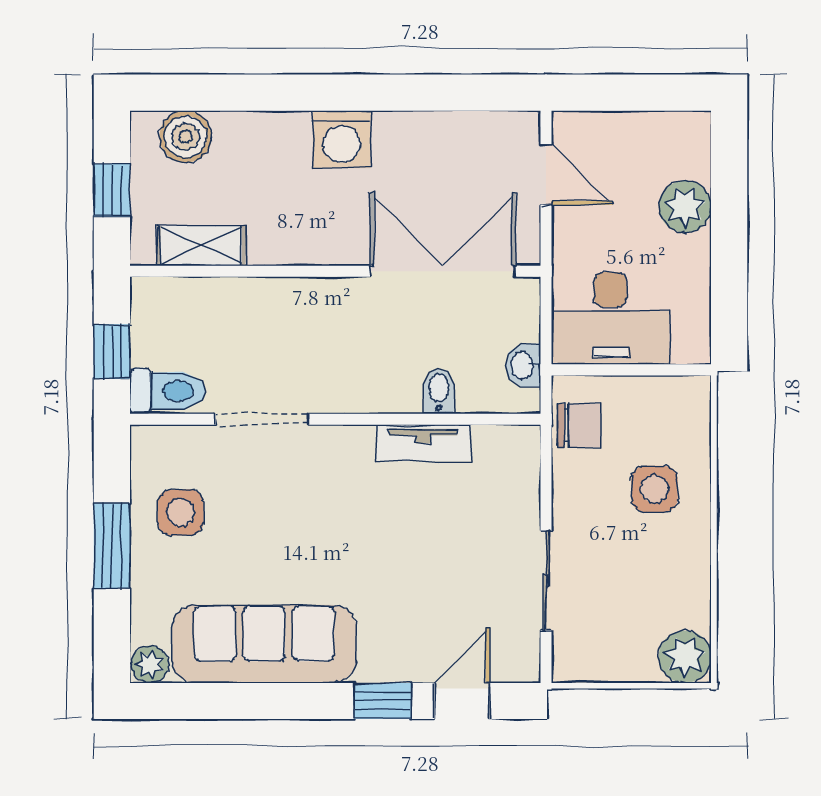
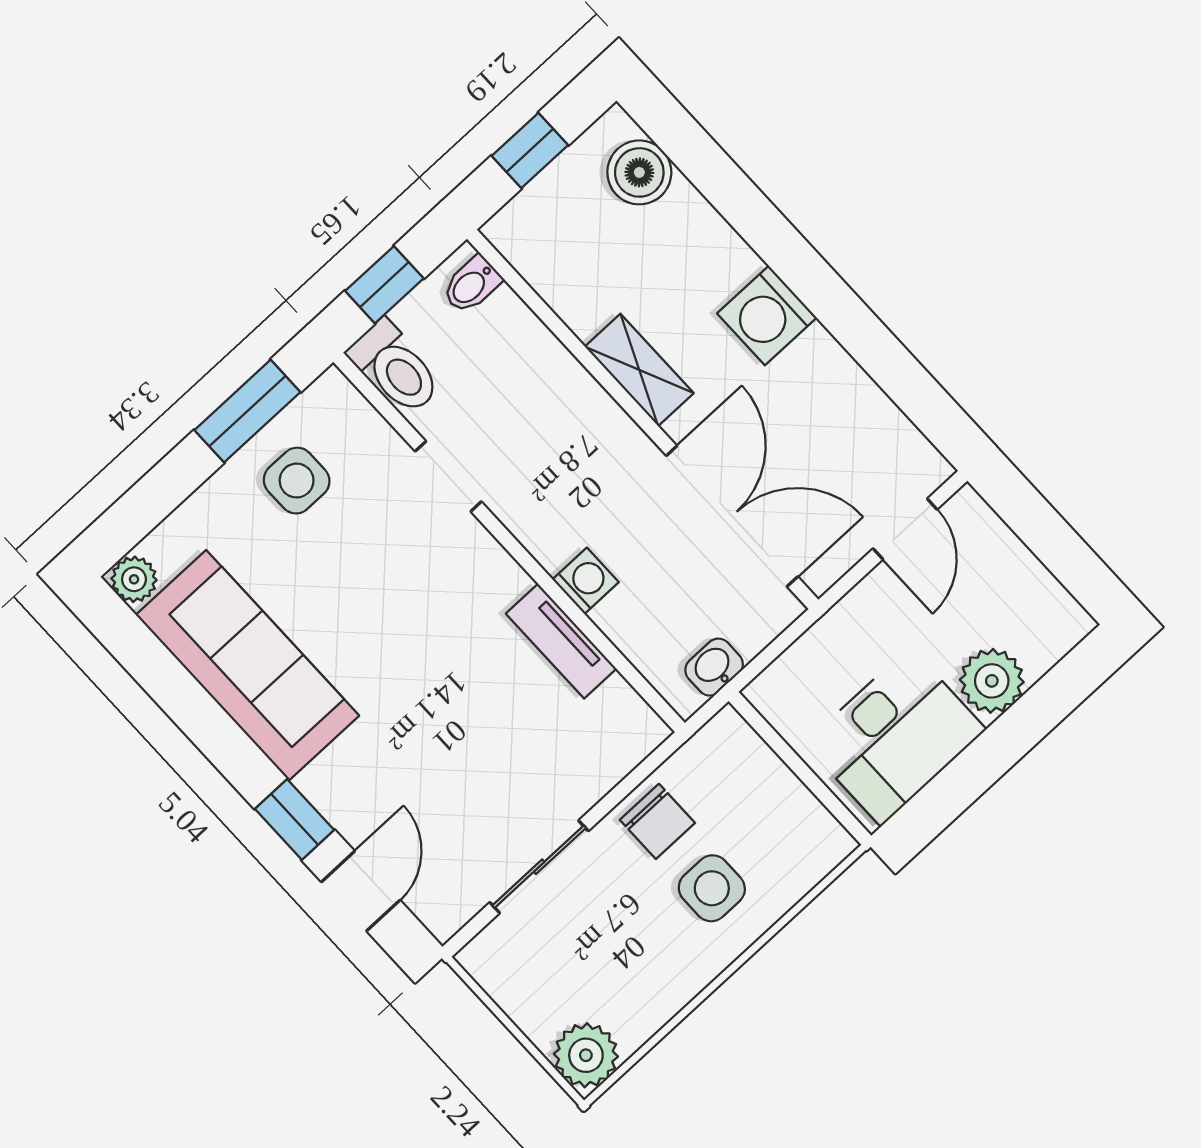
shelving: (201, 246) -> (639, 370), moved
desk: (610, 318) -> (895, 736), moved, turned -90
bidet: (439, 391) -> (472, 285), moved, turned 180
washing machine: (401, 395) -> (586, 581), added
doorway: (262, 419) -> (448, 476), width x0.73
chair: (579, 426) -> (657, 821), moved
window: (112, 546) -> (247, 411), moved
door: (462, 701) -> (361, 891), hinge flipped

